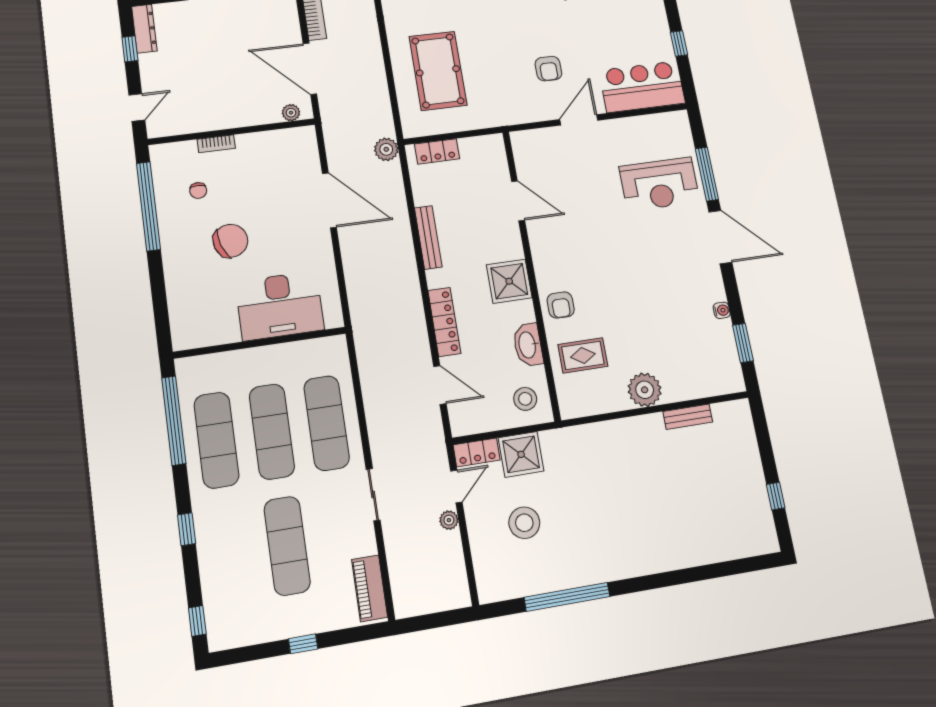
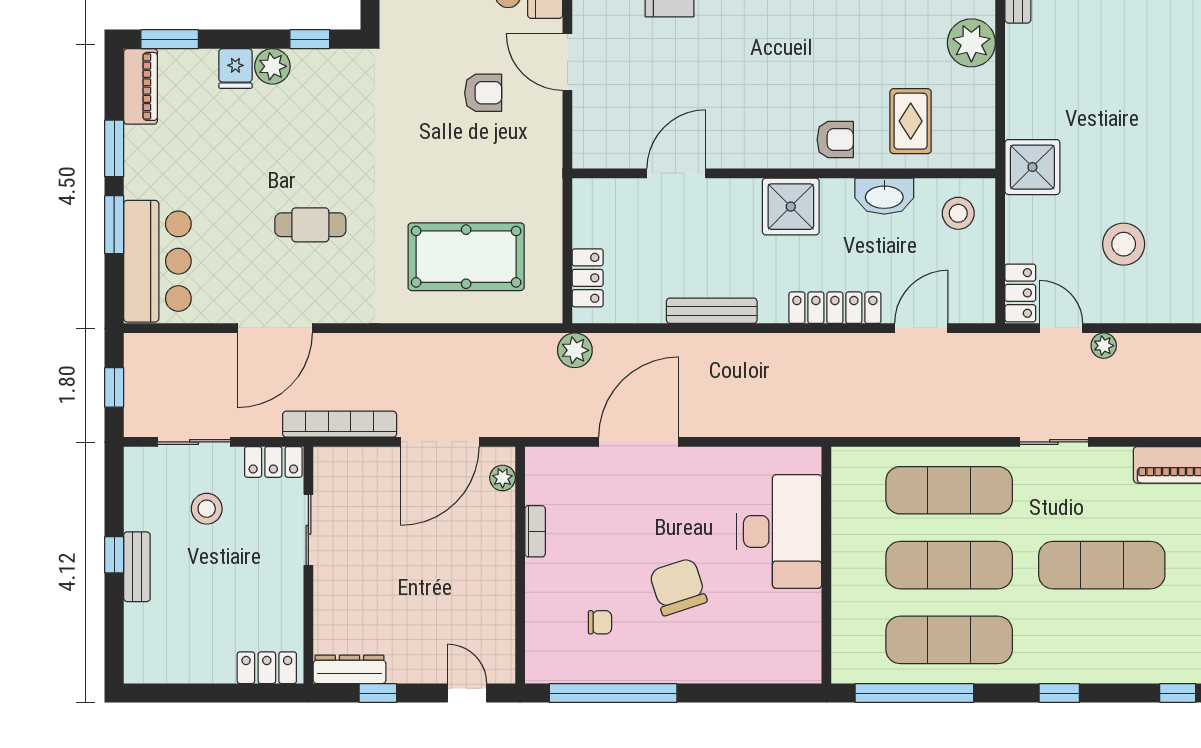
bookcase: (216, 144) -> (535, 531), moved
shower: (521, 454) -> (1032, 167), moved

